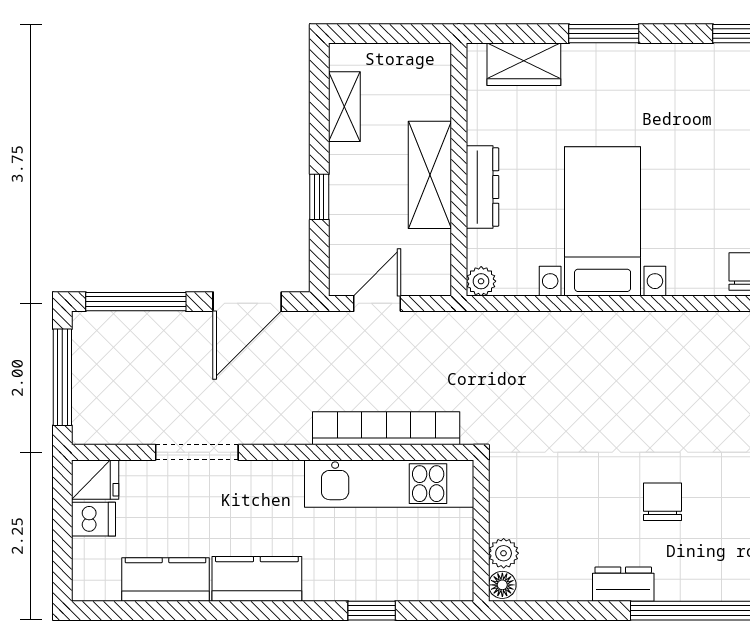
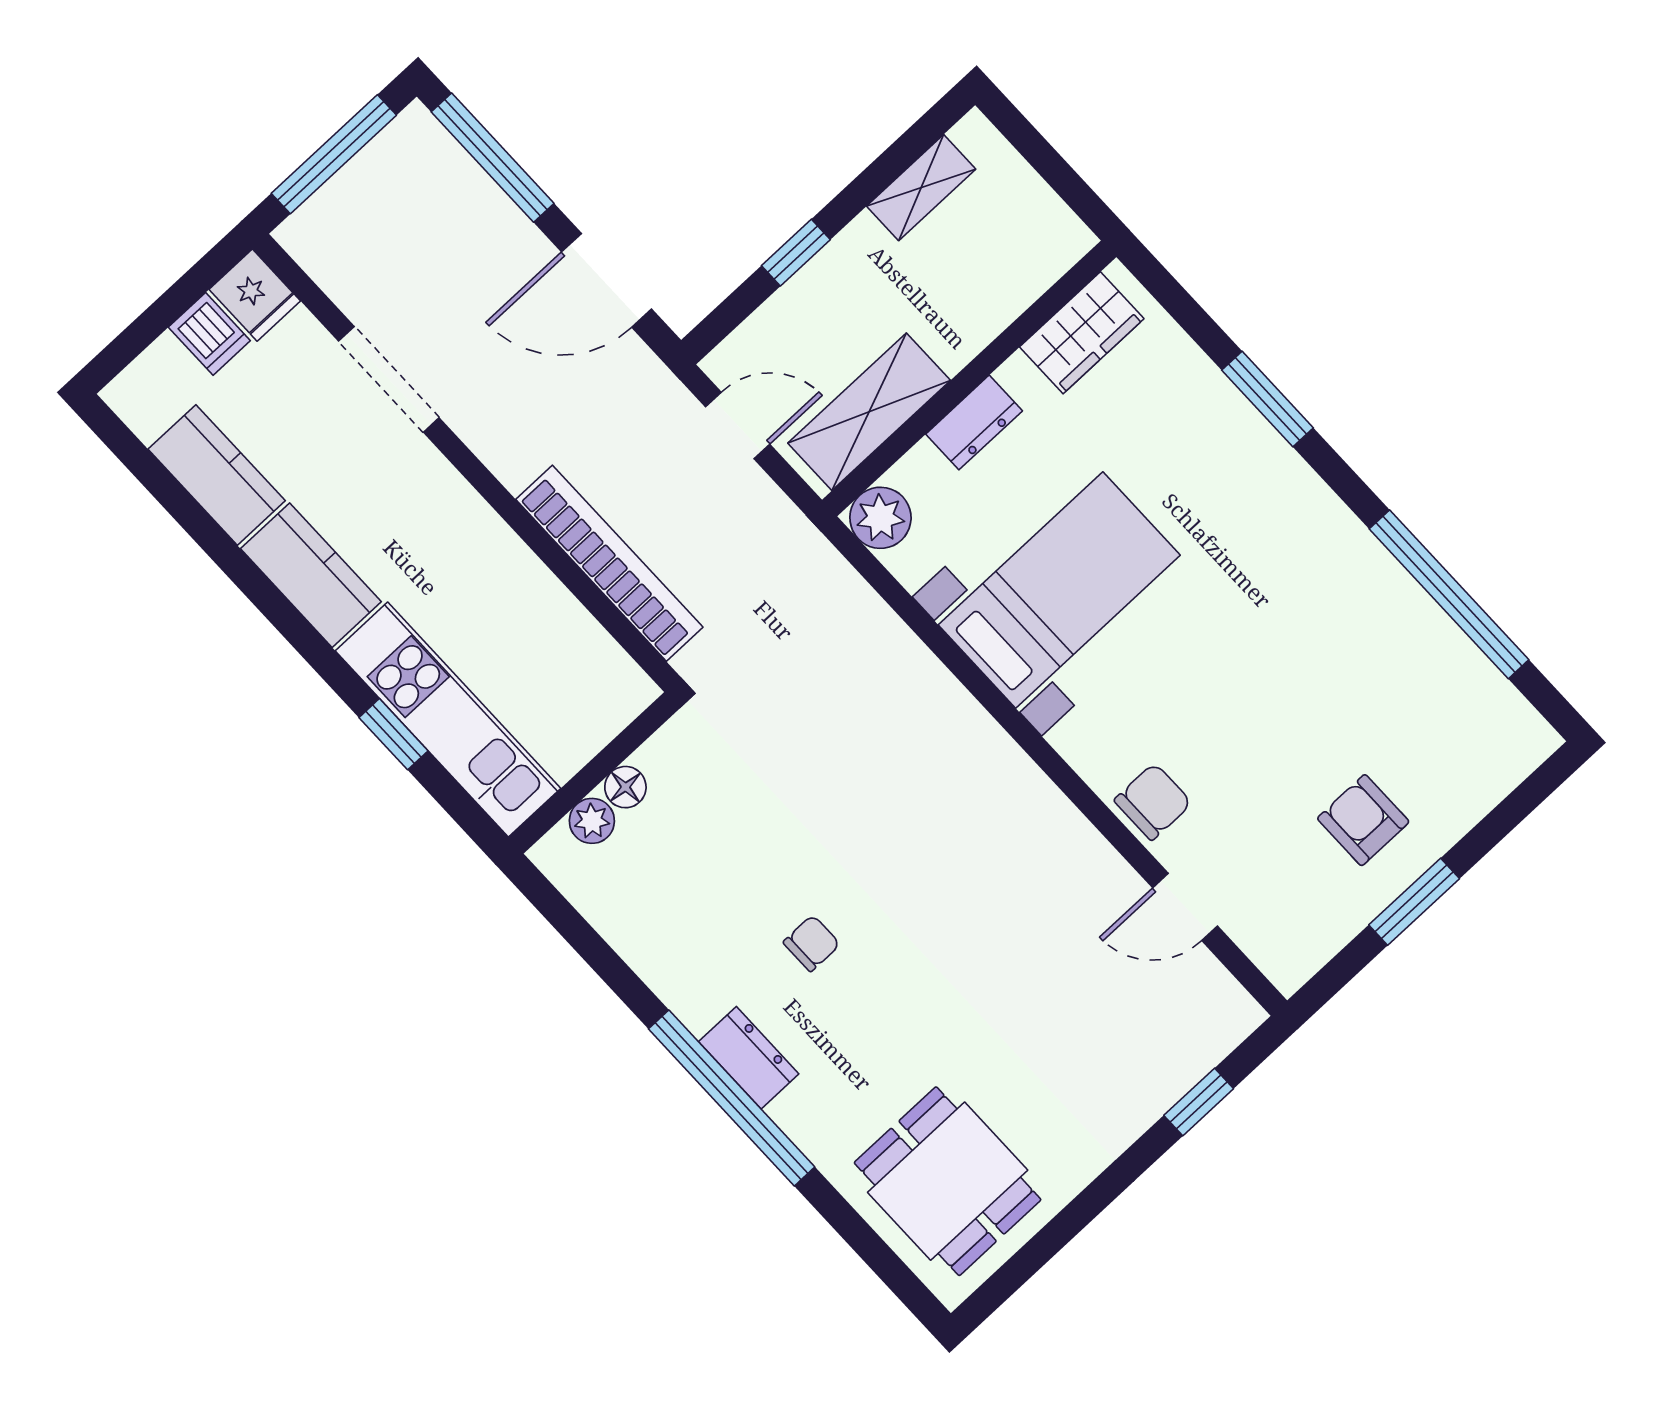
wardrobe: (524, 64) -> (1082, 333), moved, turned -90
shelving: (430, 175) -> (869, 412), moved
dresser: (482, 187) -> (974, 422), width x0.70
plant: (481, 281) -> (880, 518), width x1.38, depth x1.38
kitchen unit: (389, 484) -> (448, 720), moved, turned 180
chair: (663, 502) -> (812, 943), width x0.73, depth x0.73
dresser: (623, 584) -> (749, 1058), moved
floor lamp: (502, 585) -> (625, 787), moved

